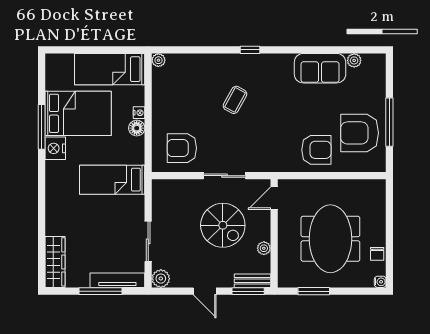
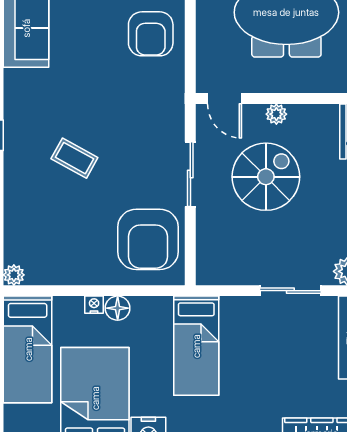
armchair: (182, 148) -> (148, 239), width x1.36, depth x1.36
armchair: (316, 150) -> (151, 34), turned 180
plant: (264, 248) -> (276, 114), moved

